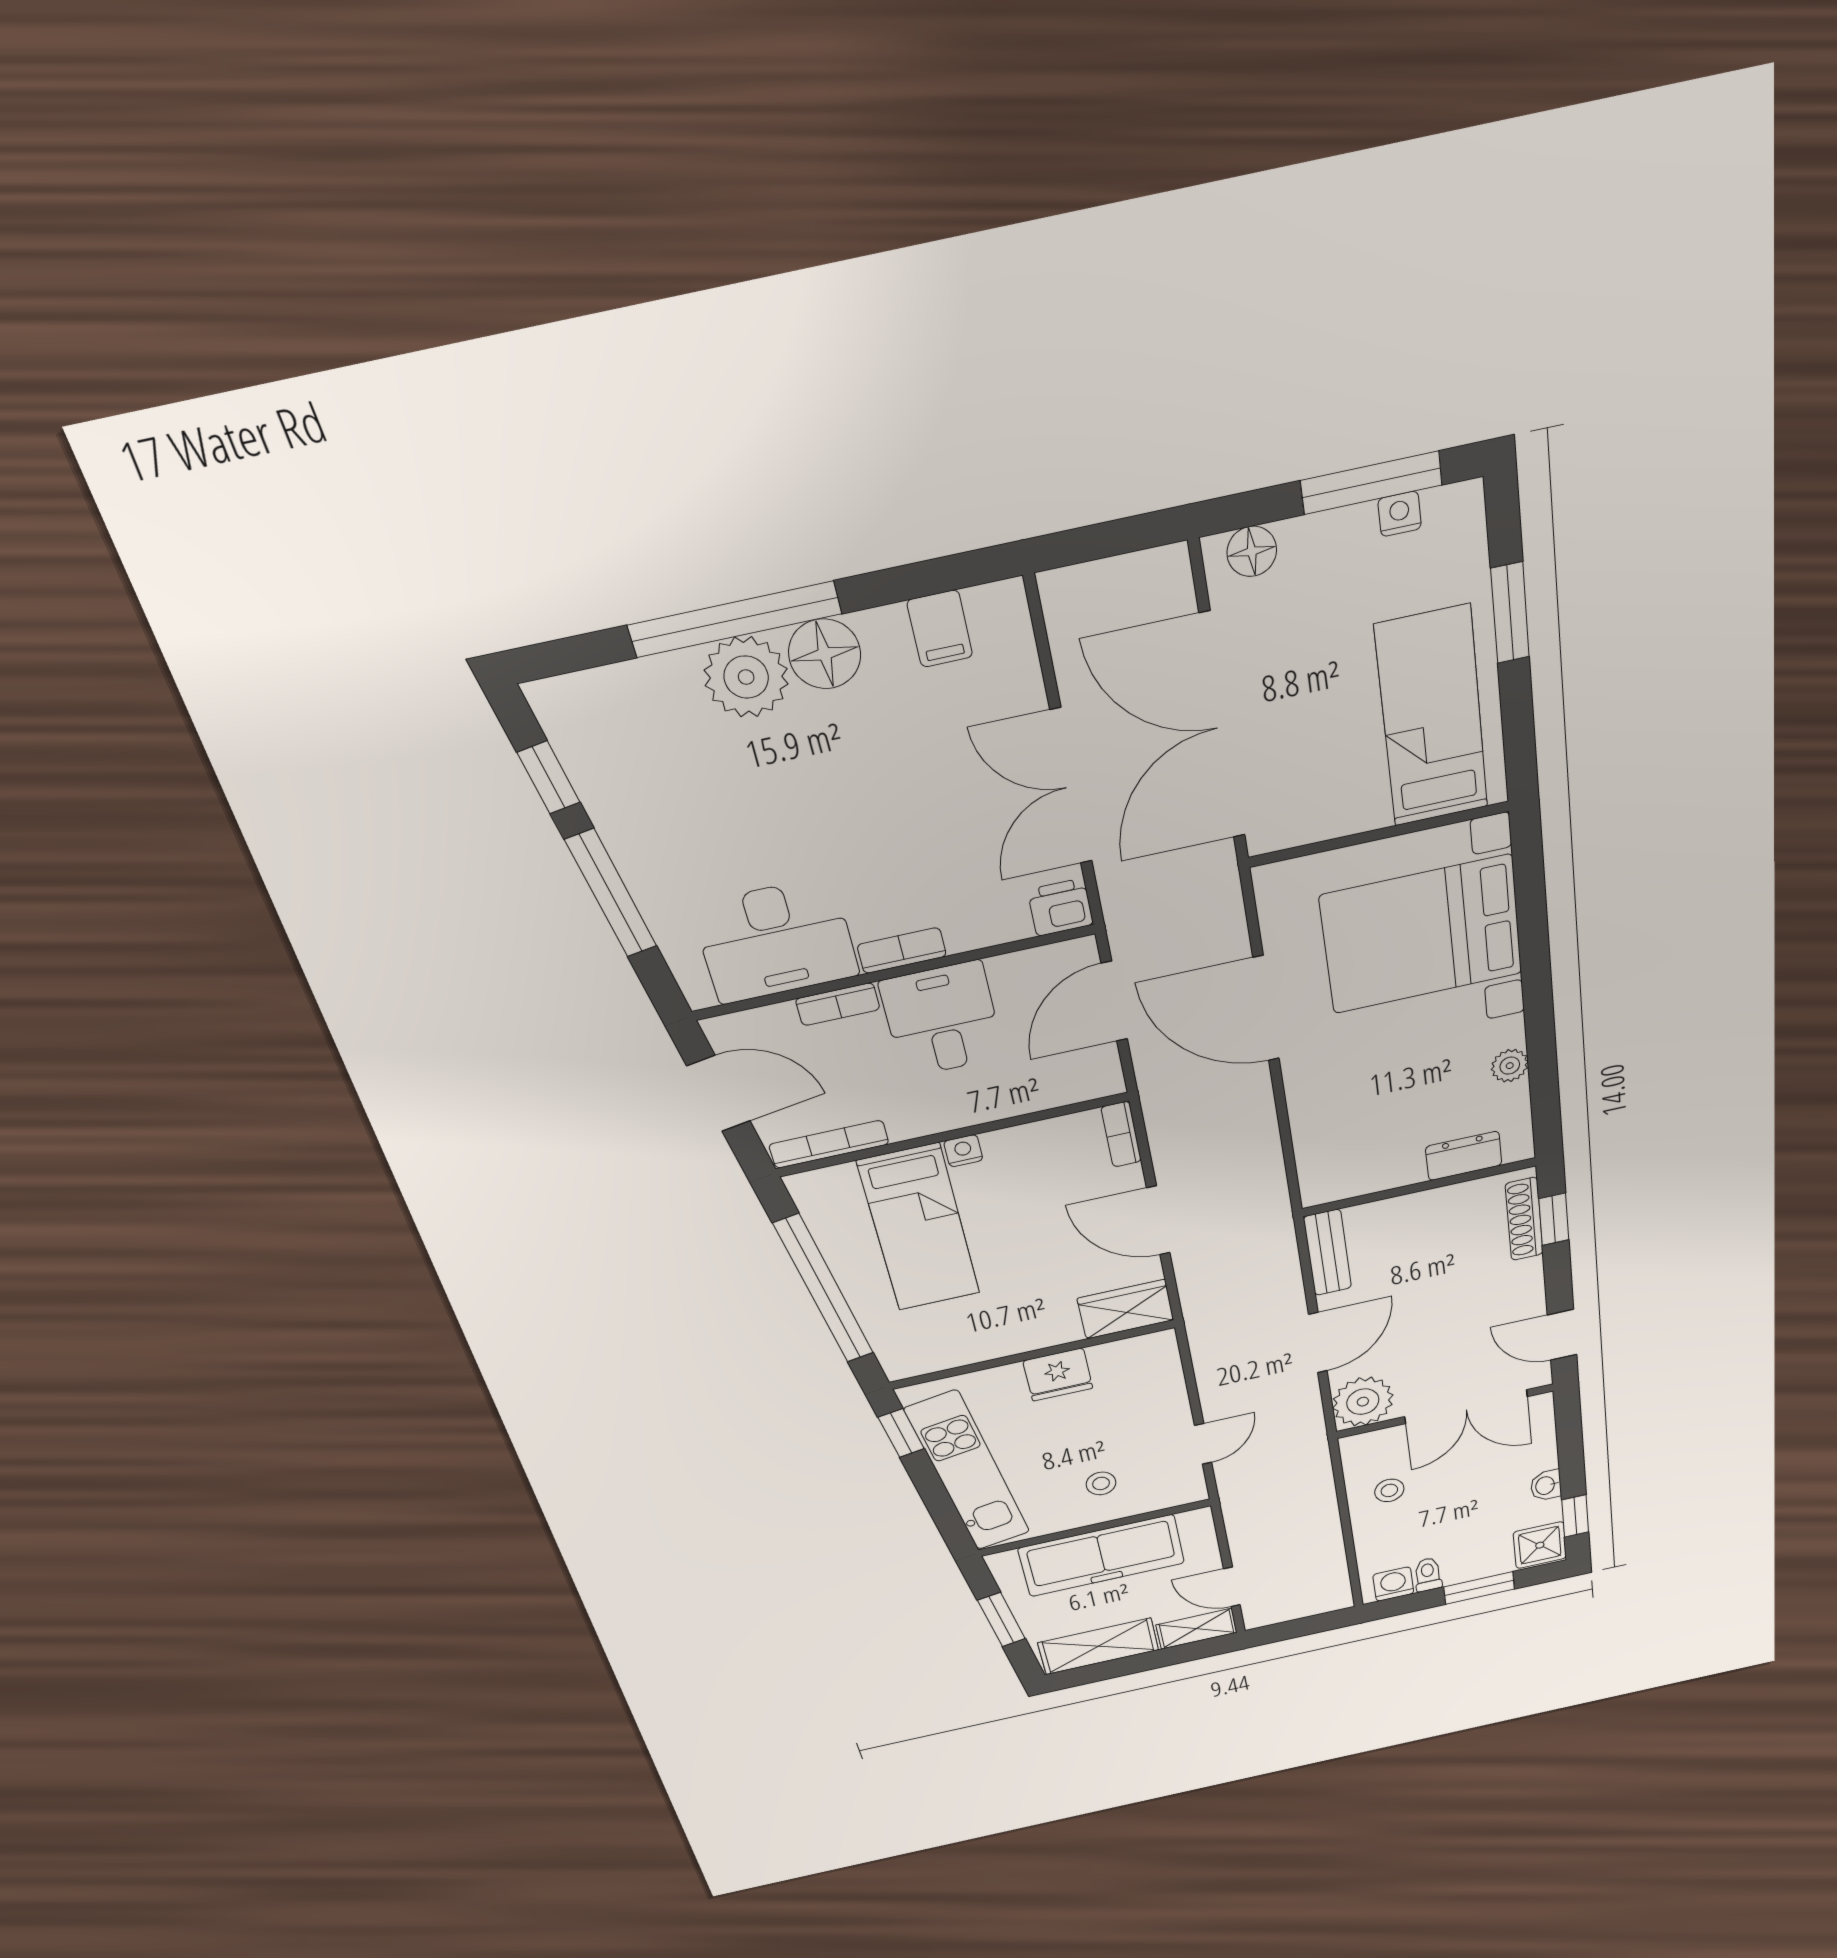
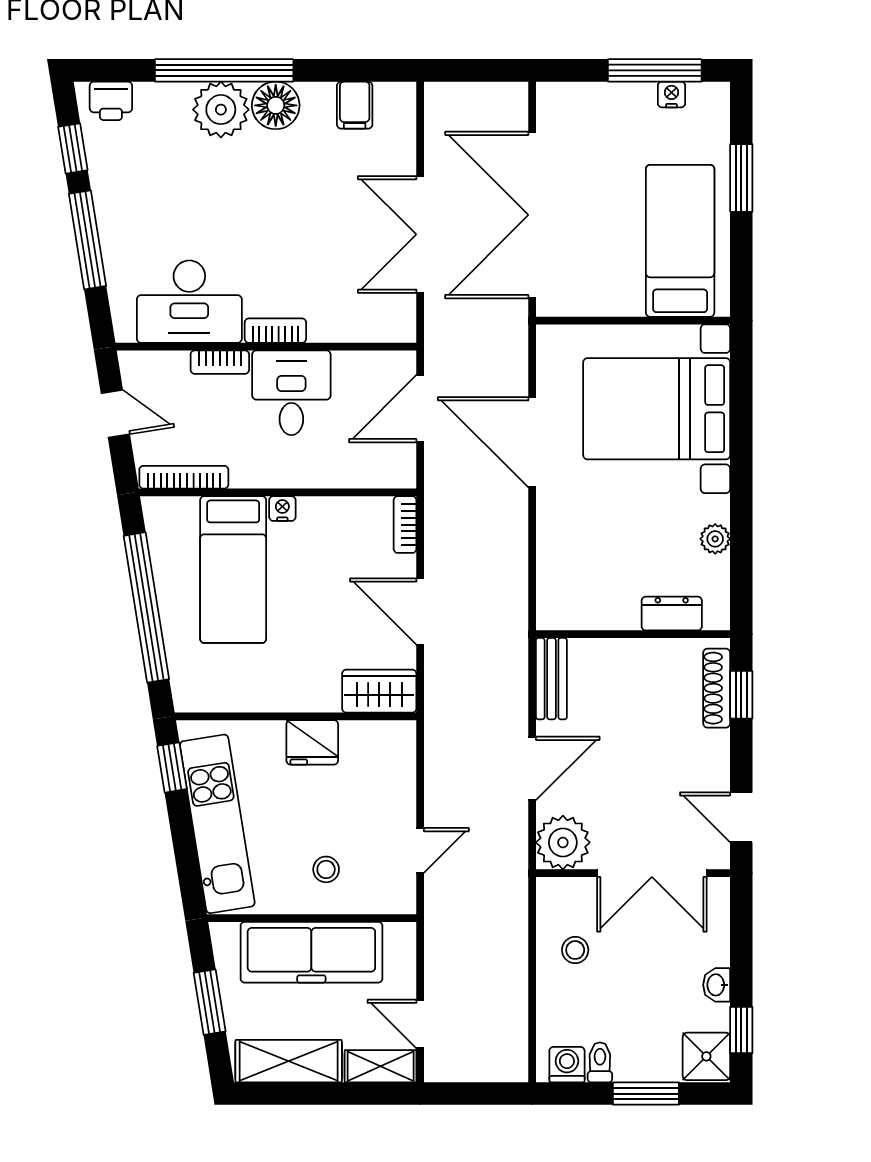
floor lamp: (1252, 551) -> (570, 98), removed
printer: (1060, 907) -> (111, 101), moved, turned 180
door: (719, 1094) -> (115, 414), width x0.73

